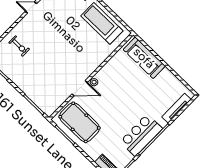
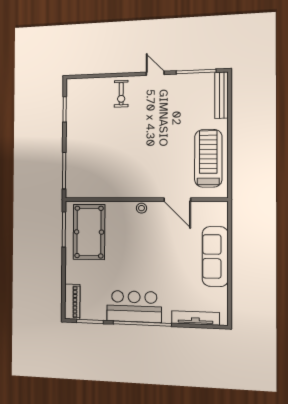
exercise bike: (19, 46) -> (121, 94), moved
sofa: (144, 58) -> (215, 256), moved
door: (80, 88) -> (177, 200), moved

